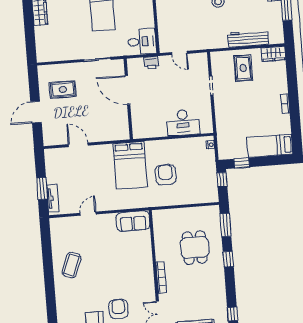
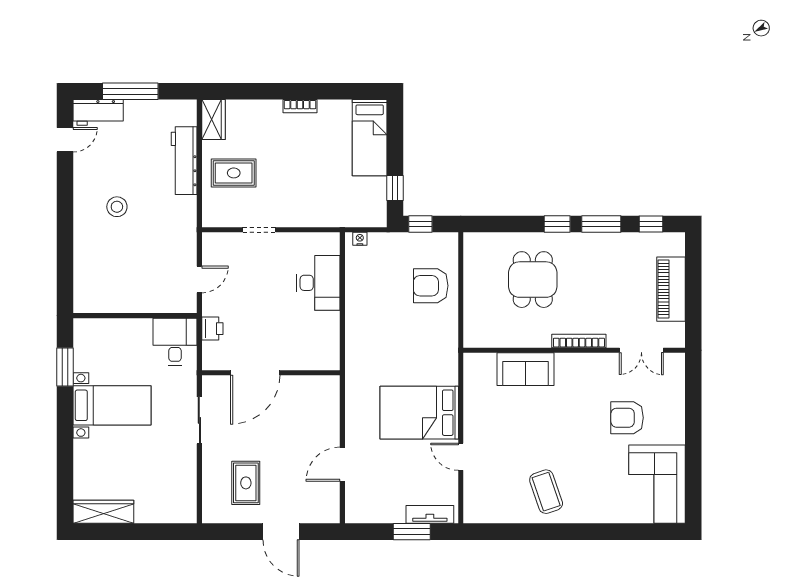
bed: (130, 165) -> (419, 413), moved, turned 180
armchair: (166, 175) -> (431, 286), moved
sofa: (133, 221) -> (525, 369), moved, turned 90
window: (226, 225) -> (601, 224), moved
dining table: (195, 248) -> (533, 280), turned 90
coffee table: (71, 265) -> (546, 492), turned 50

